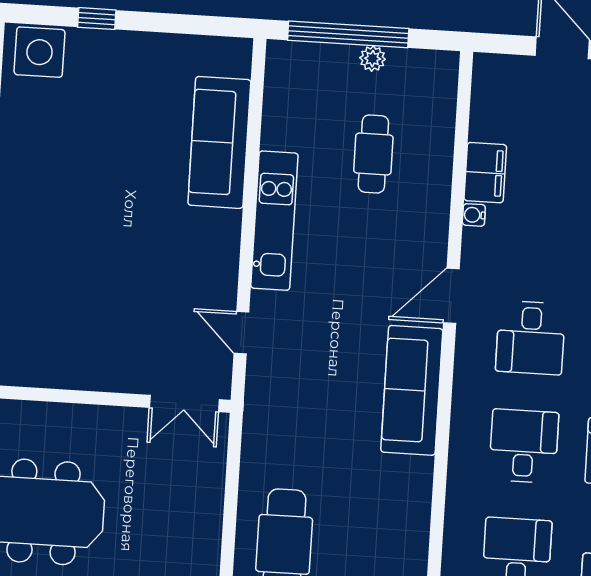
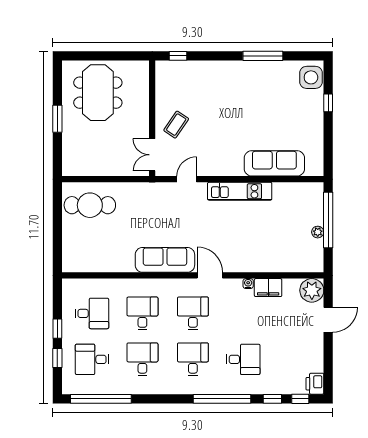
plant: (497, 79) -> (312, 290), added
cafe table: (373, 154) -> (273, 235), removed
desk: (531, 338) -> (193, 313), turned 90
coffee table: (123, 348) -> (176, 125), added
desk: (524, 446) -> (142, 313), turned -90

